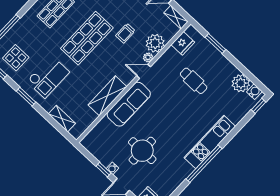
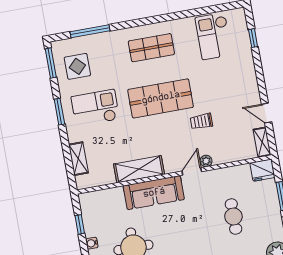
plant: (155, 43) -> (223, 152), removed
fridge: (183, 43) -> (262, 170), moved
door: (144, 71) -> (192, 171), hinge flipped
checkout: (48, 77) -> (95, 108), turned 180
window: (103, 170) -> (80, 224), moved

